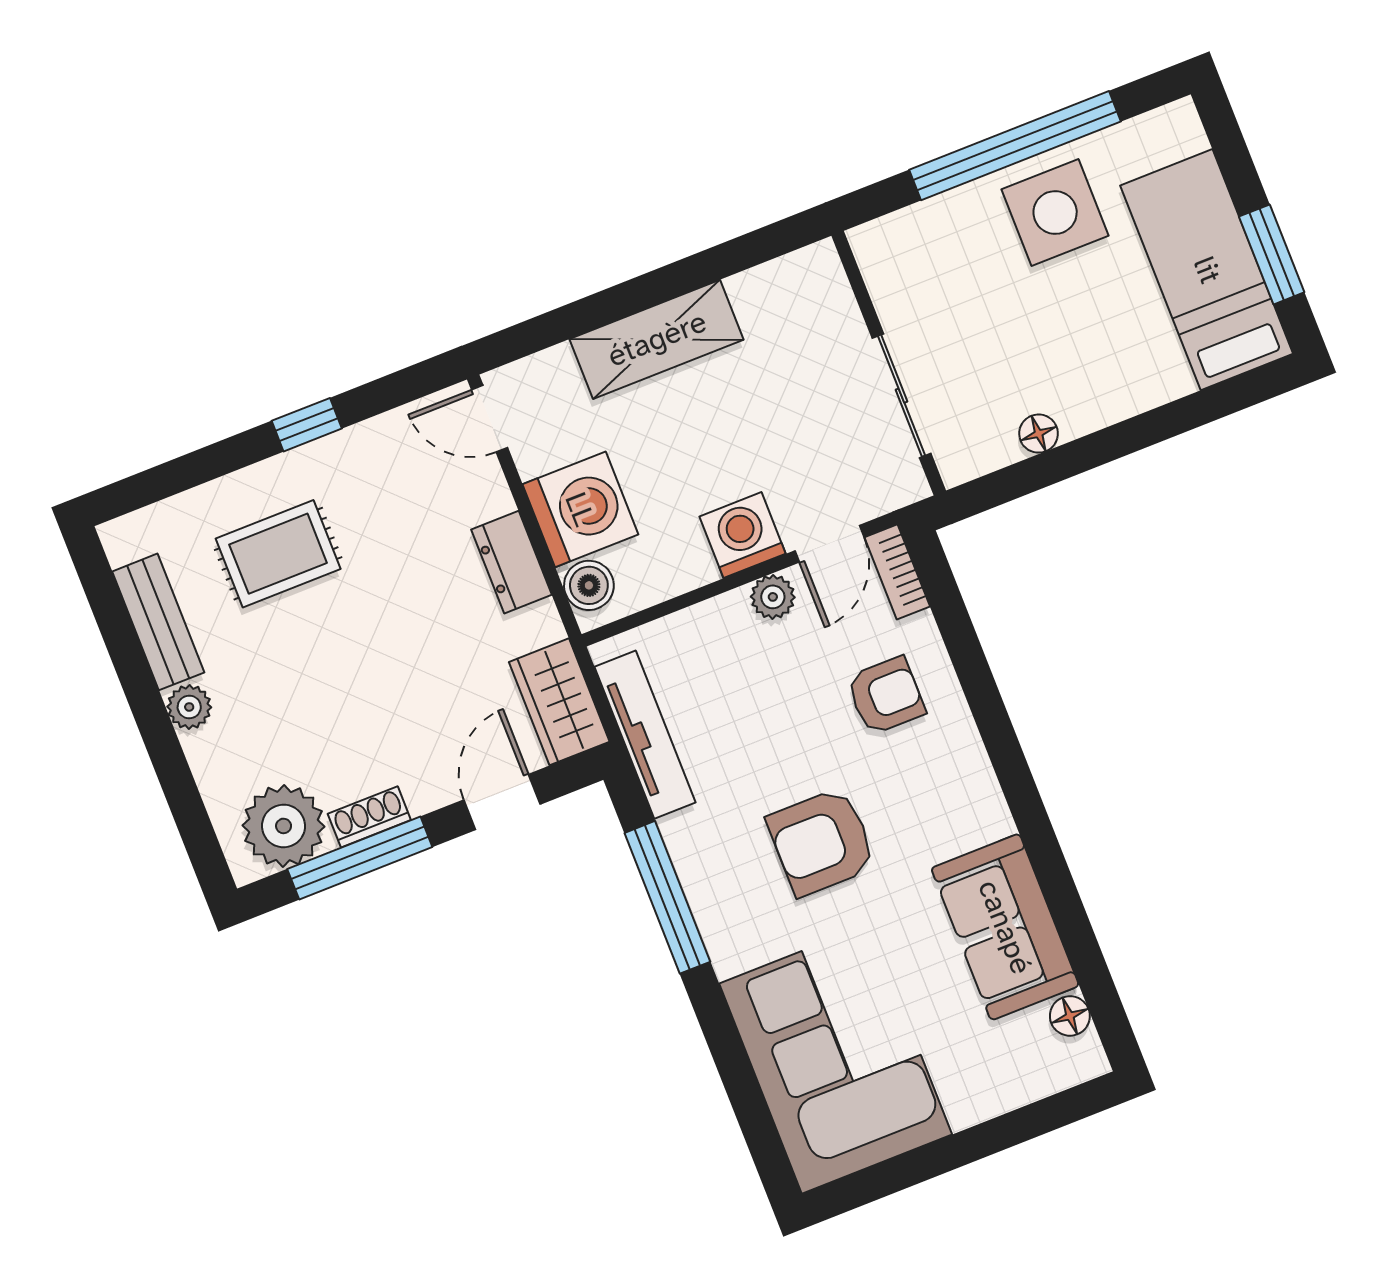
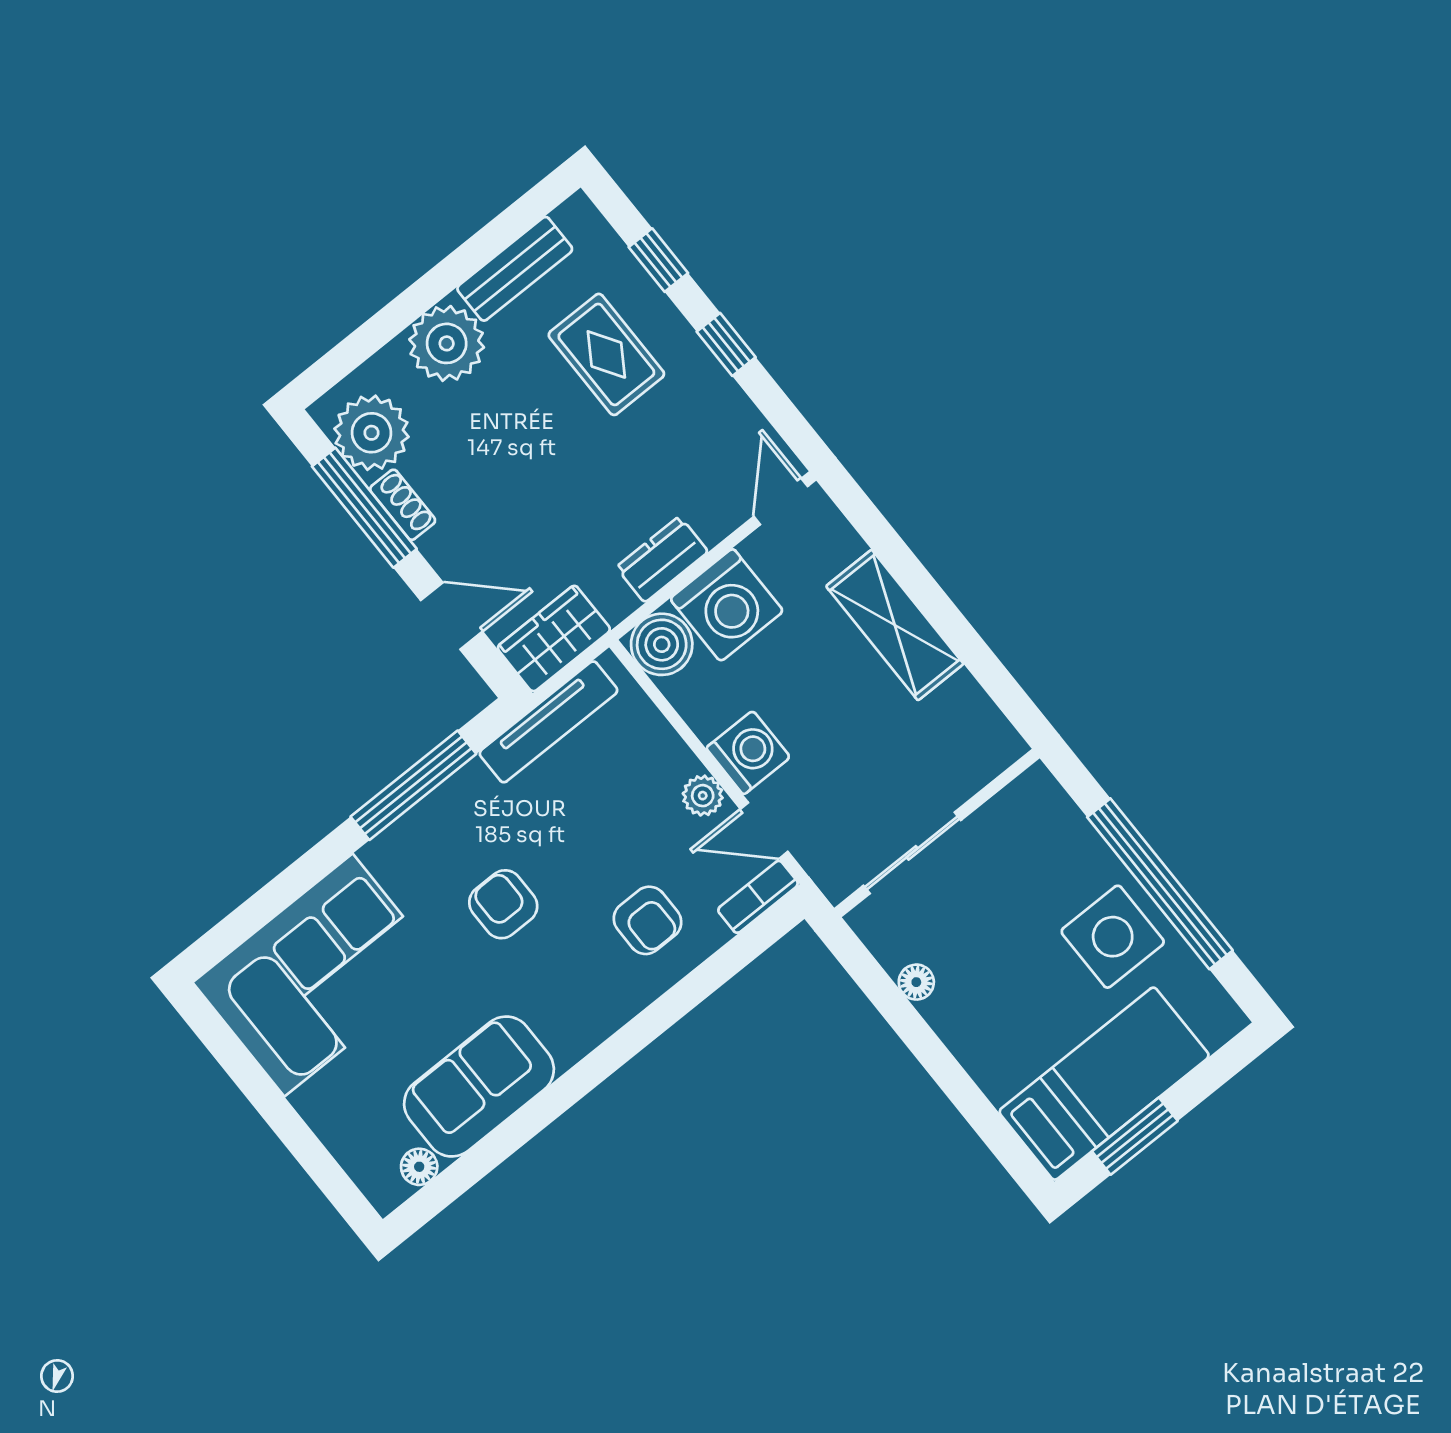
window: (196, 468) -> (658, 260), added
boiler: (589, 585) -> (662, 644), width x1.36, depth x1.36
plant: (189, 707) -> (447, 343), width x1.88, depth x1.88
armchair: (822, 842) -> (503, 904), width x0.72, depth x0.72

